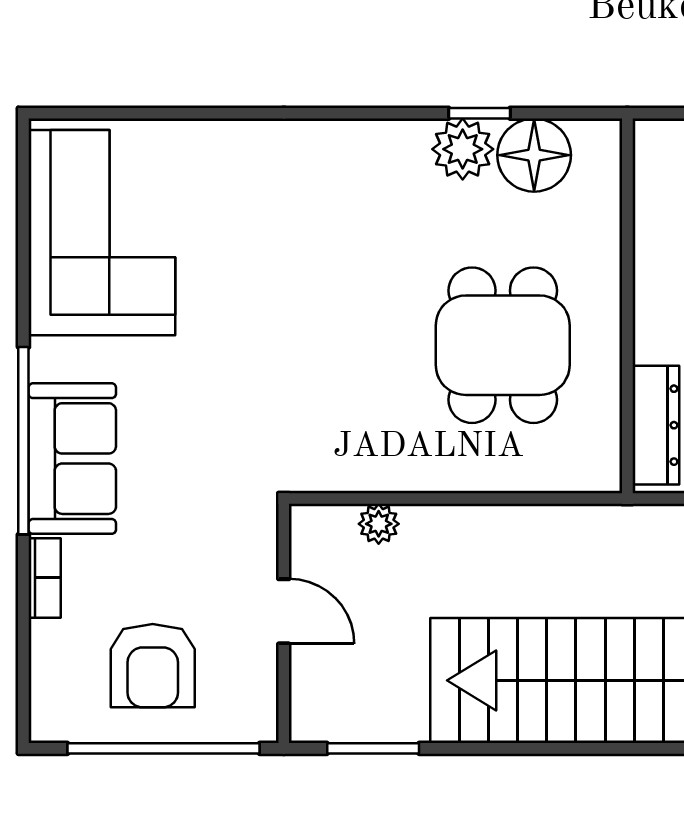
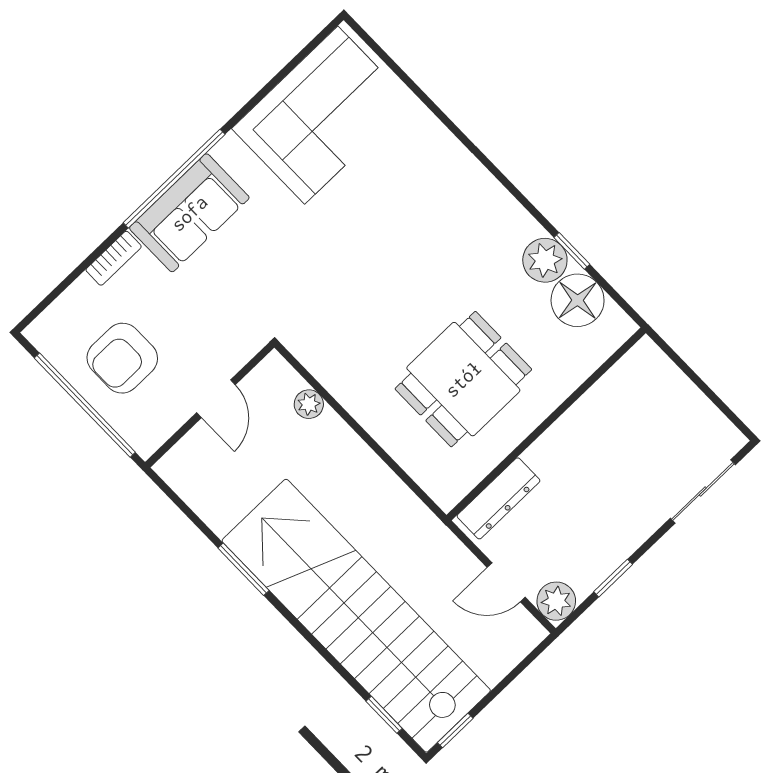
window: (373, 748) -> (243, 569), moved

